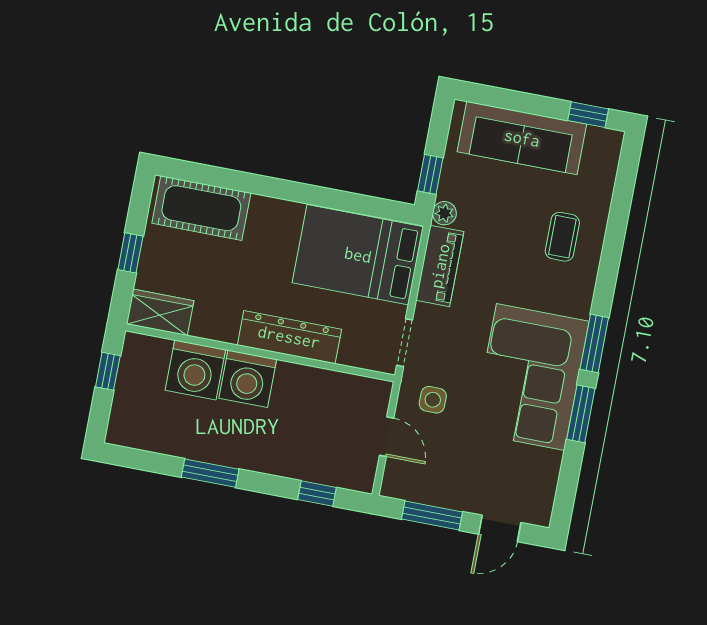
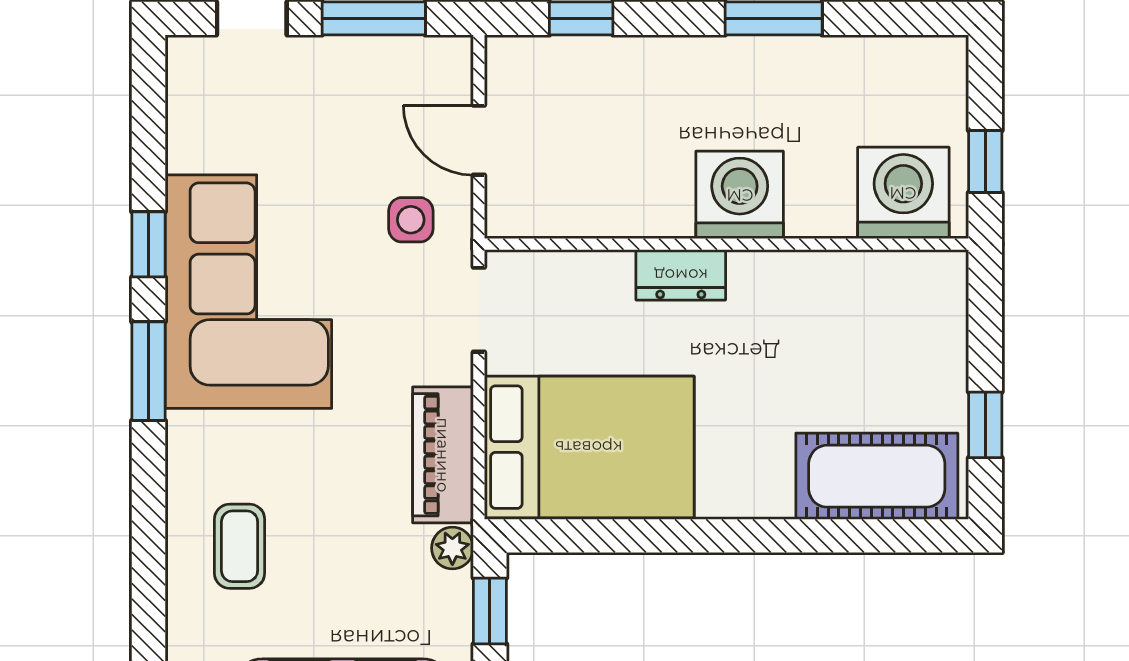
window: (130, 253) -> (985, 425), moved
wardrobe: (160, 312) -> (914, 281), removed
dresser: (289, 337) -> (681, 275), width x0.51, depth x0.80
washing machine: (195, 370) -> (903, 193), moved
window: (581, 414) -> (148, 244), width x0.67

